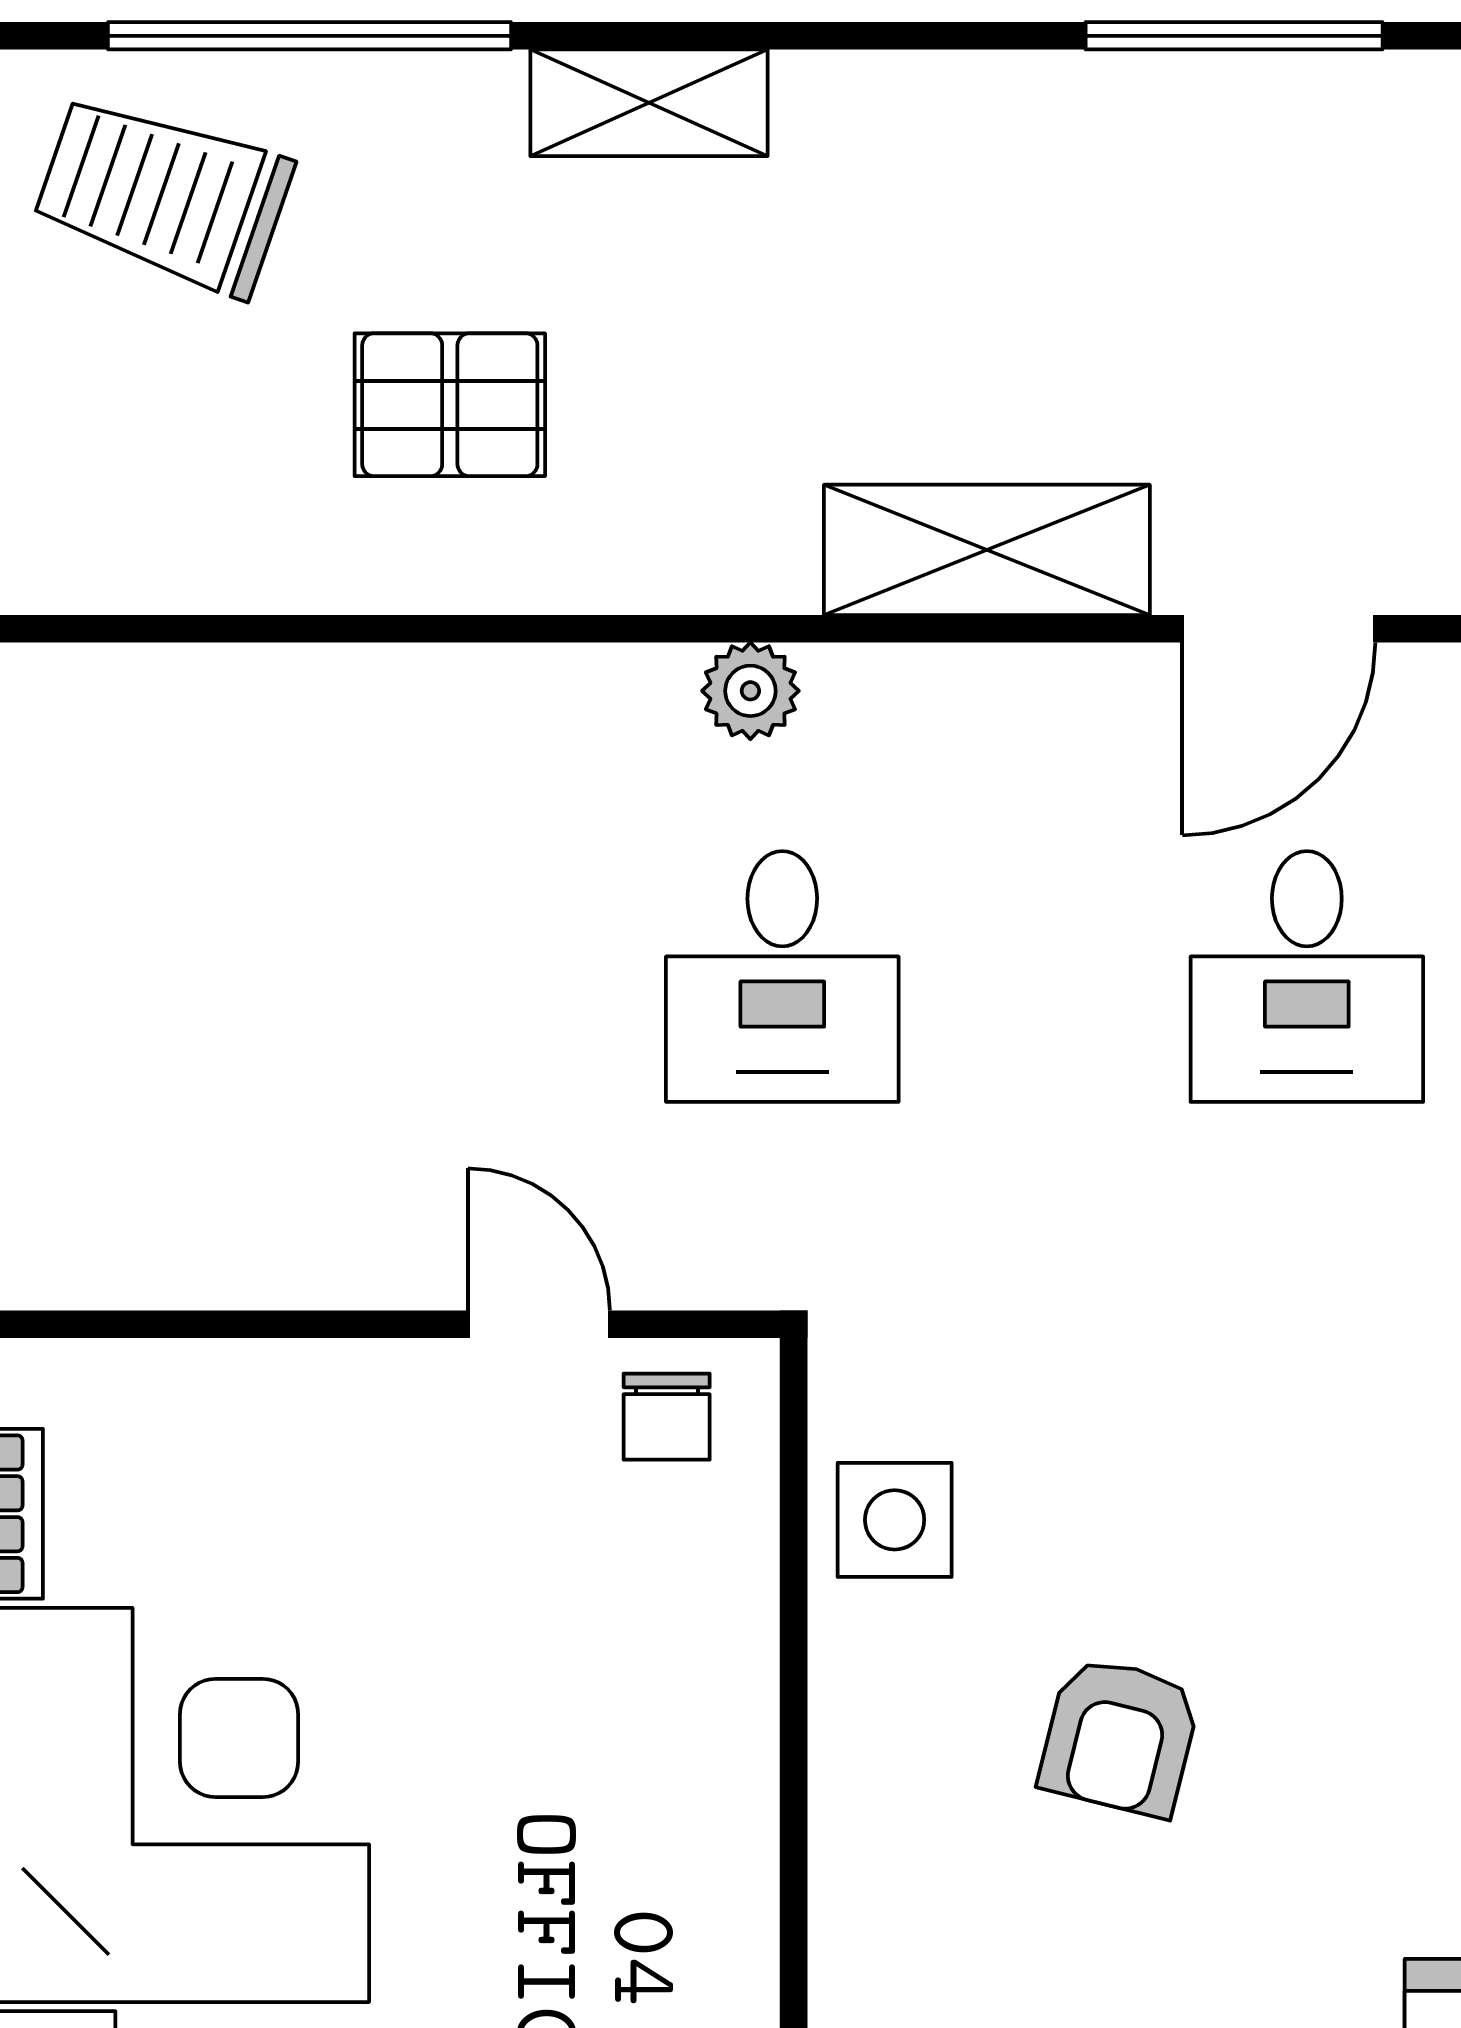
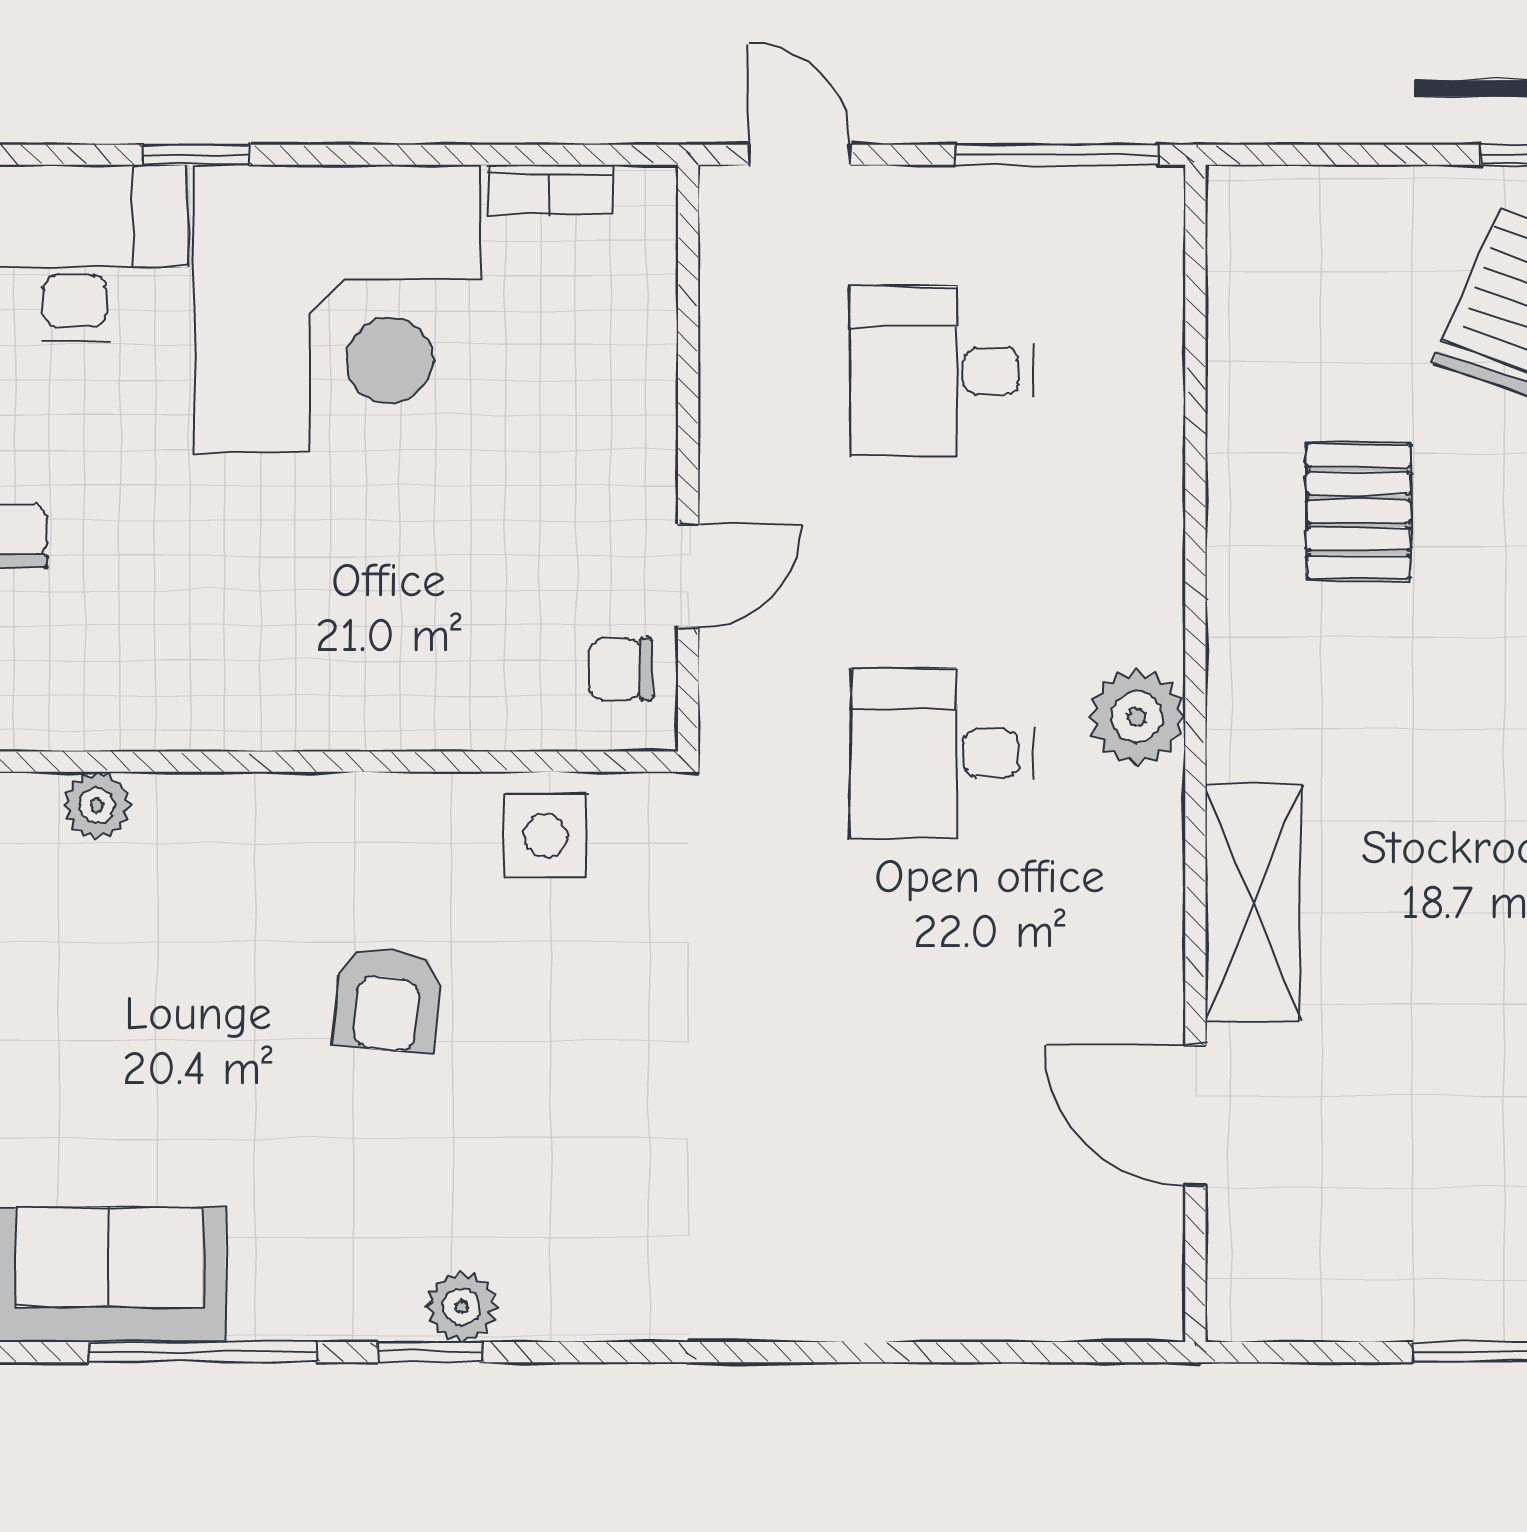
plant: (750, 691) -> (1137, 717), width x1.38, depth x1.38
desk: (1307, 976) -> (942, 371), moved
armchair: (1120, 1737) -> (388, 999), turned -98

